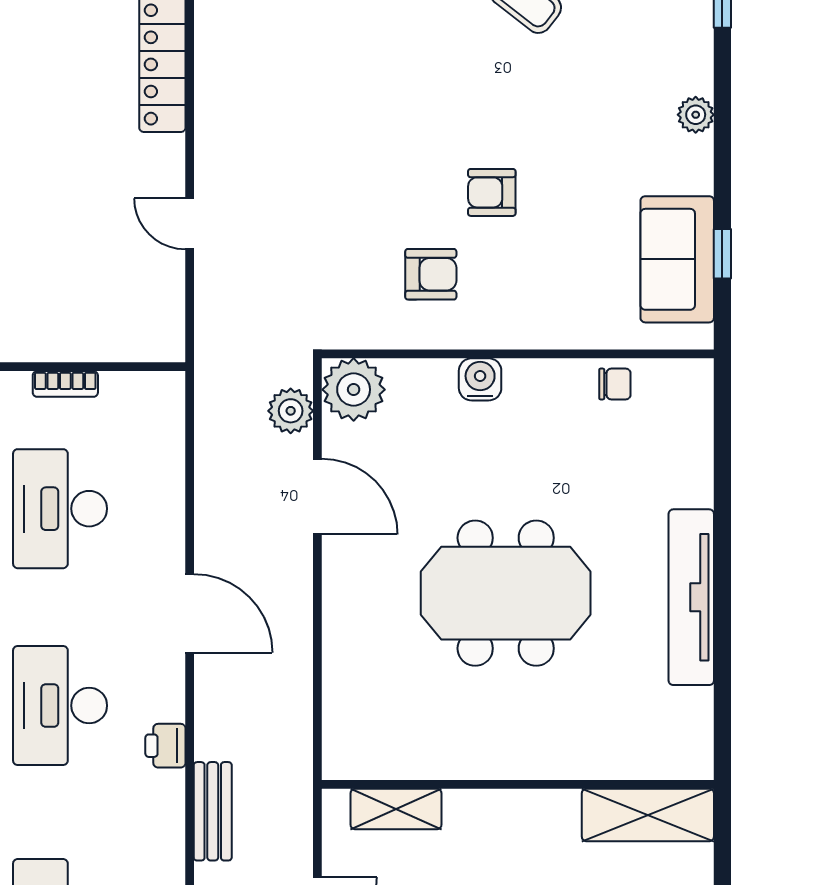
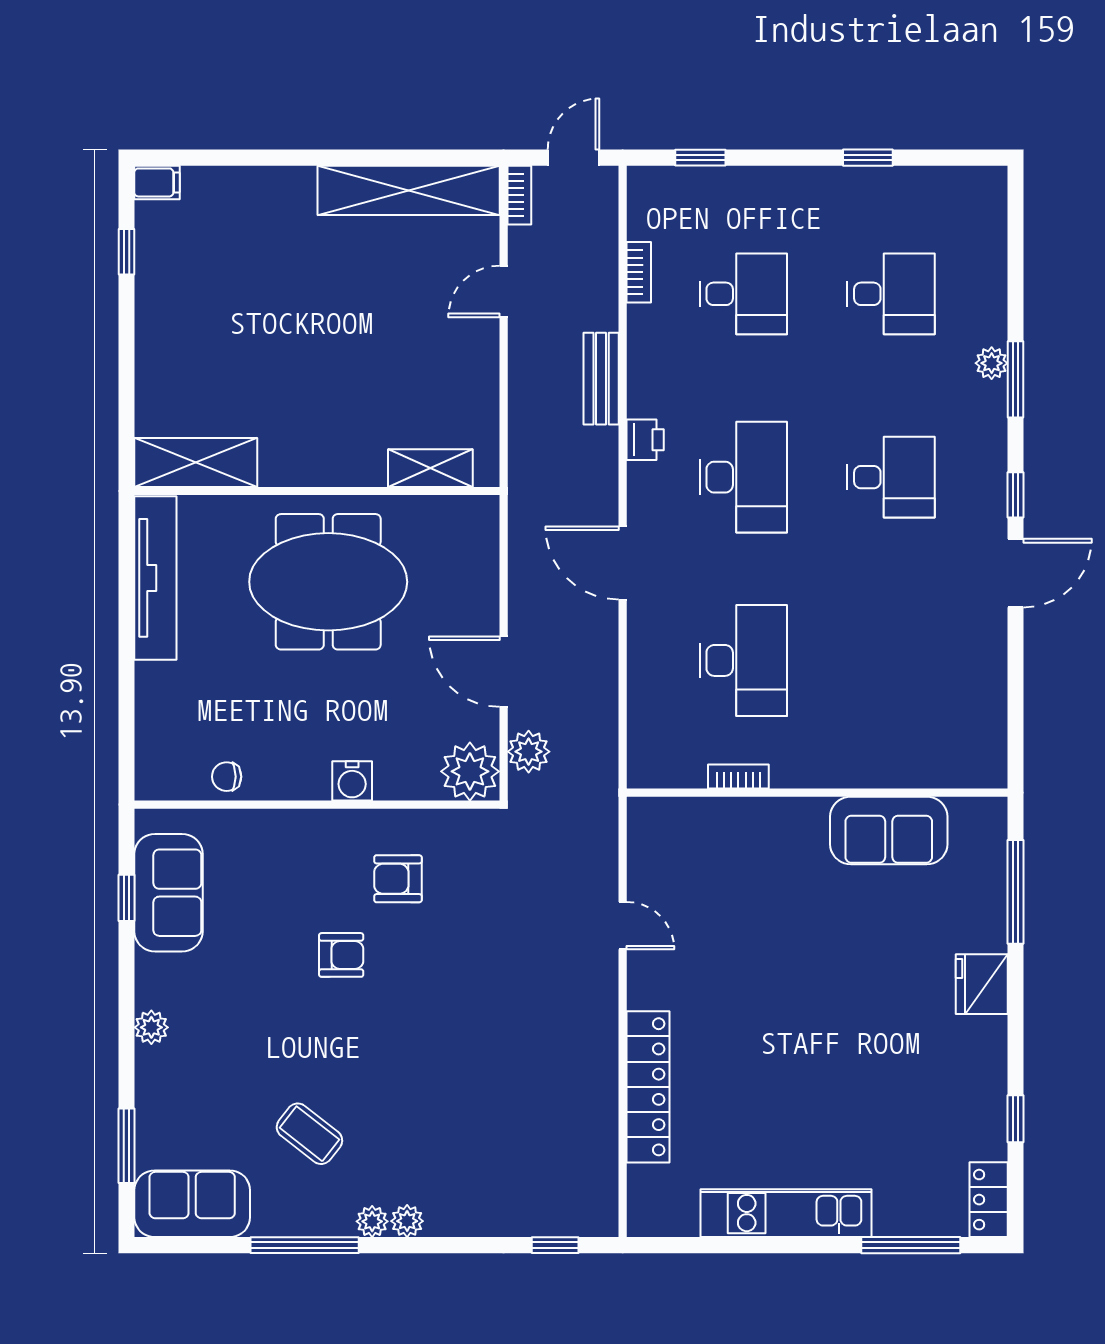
wall: (518, 784) -> (317, 491), moved
shelving: (396, 809) -> (430, 468), moved
shelving: (648, 815) -> (196, 462), moved

